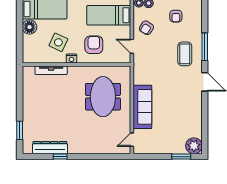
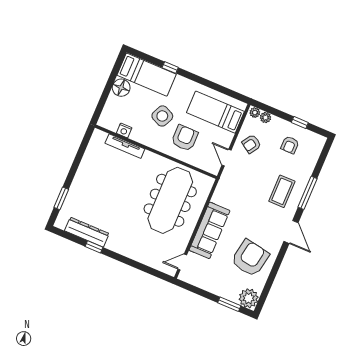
side table: (58, 42) -> (162, 116), moved
nightstand: (71, 59) -> (124, 130), moved
meeting table: (103, 97) -> (170, 200), width x1.36
armchair: (182, 115) -> (250, 258), added

